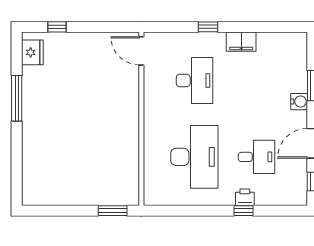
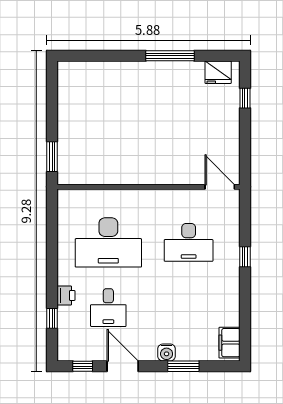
filing cabinet: (241, 42) -> (229, 343), moved
door: (141, 51) -> (220, 187), hinge flipped
window: (244, 211) -> (52, 318), moved

